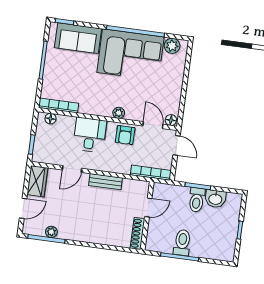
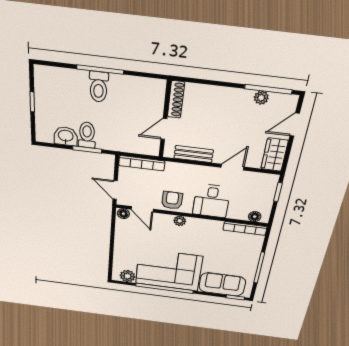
door: (148, 208) -> (164, 129), moved
wall: (147, 216) -> (165, 120), moved
shoe rack: (138, 233) -> (176, 100), moved

